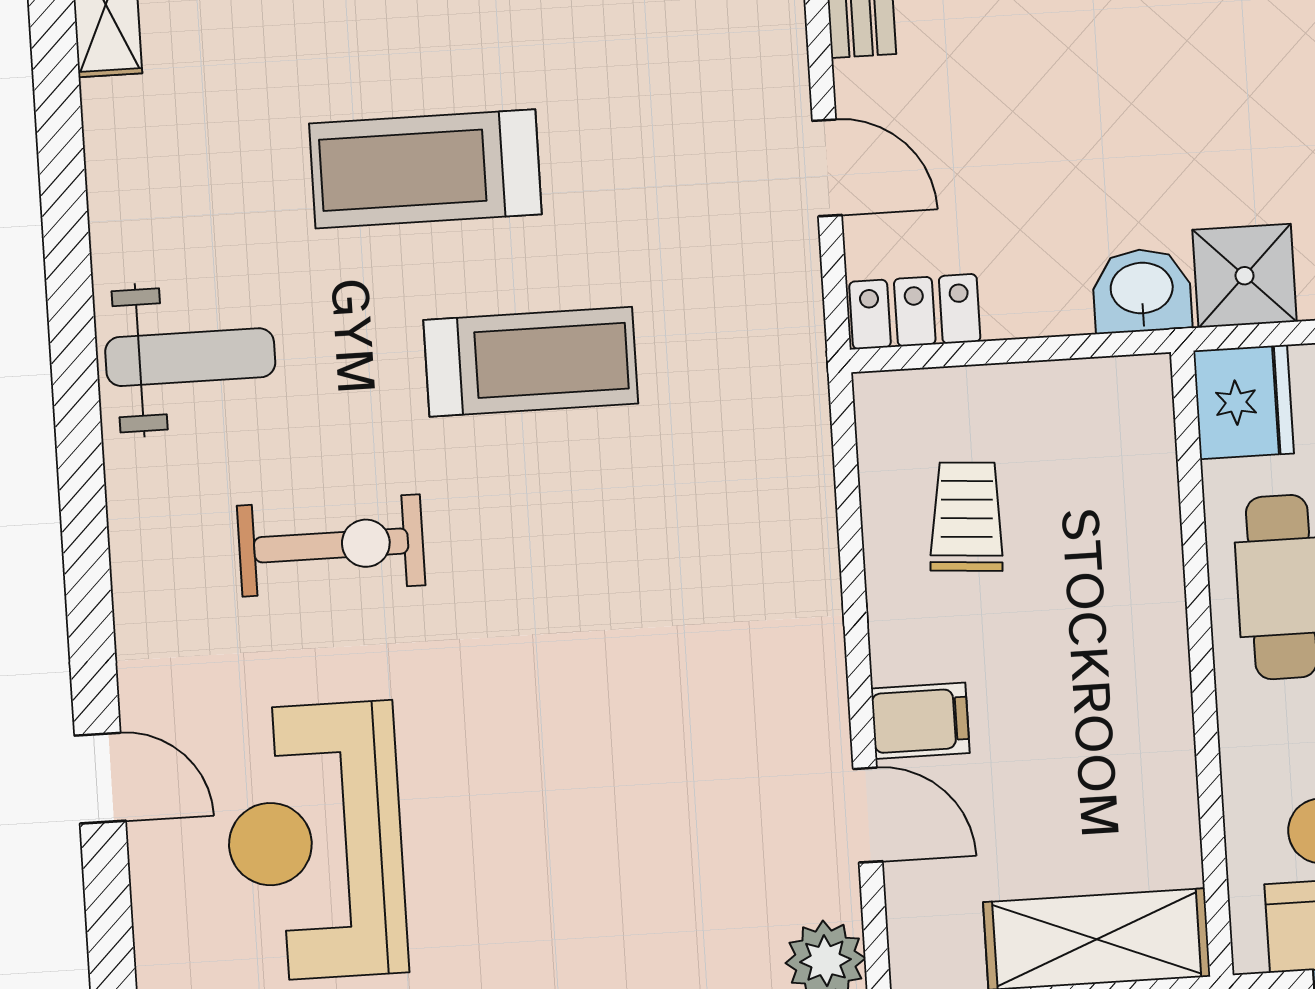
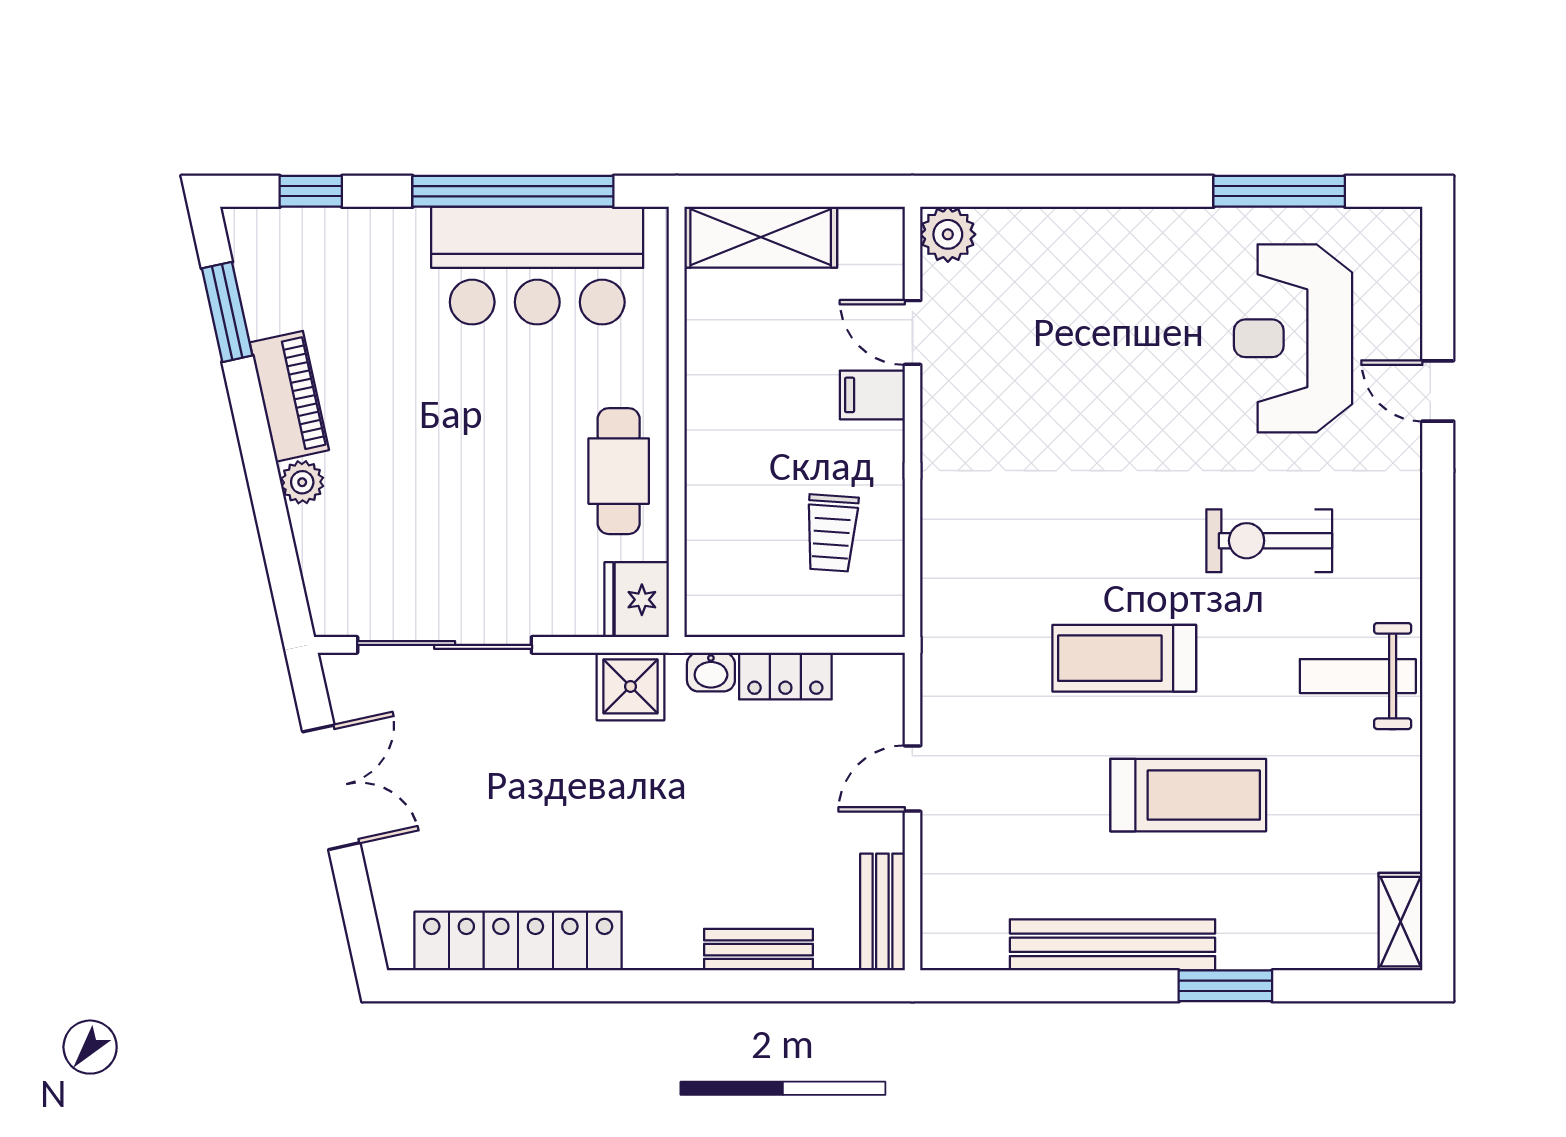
door: (827, 168) -> (912, 778), hinge flipped
washbasin: (1142, 290) -> (711, 672), width x0.72, depth x0.69
locker: (915, 312) -> (785, 676), moved
reception desk: (315, 841) -> (1293, 338), turned 180

